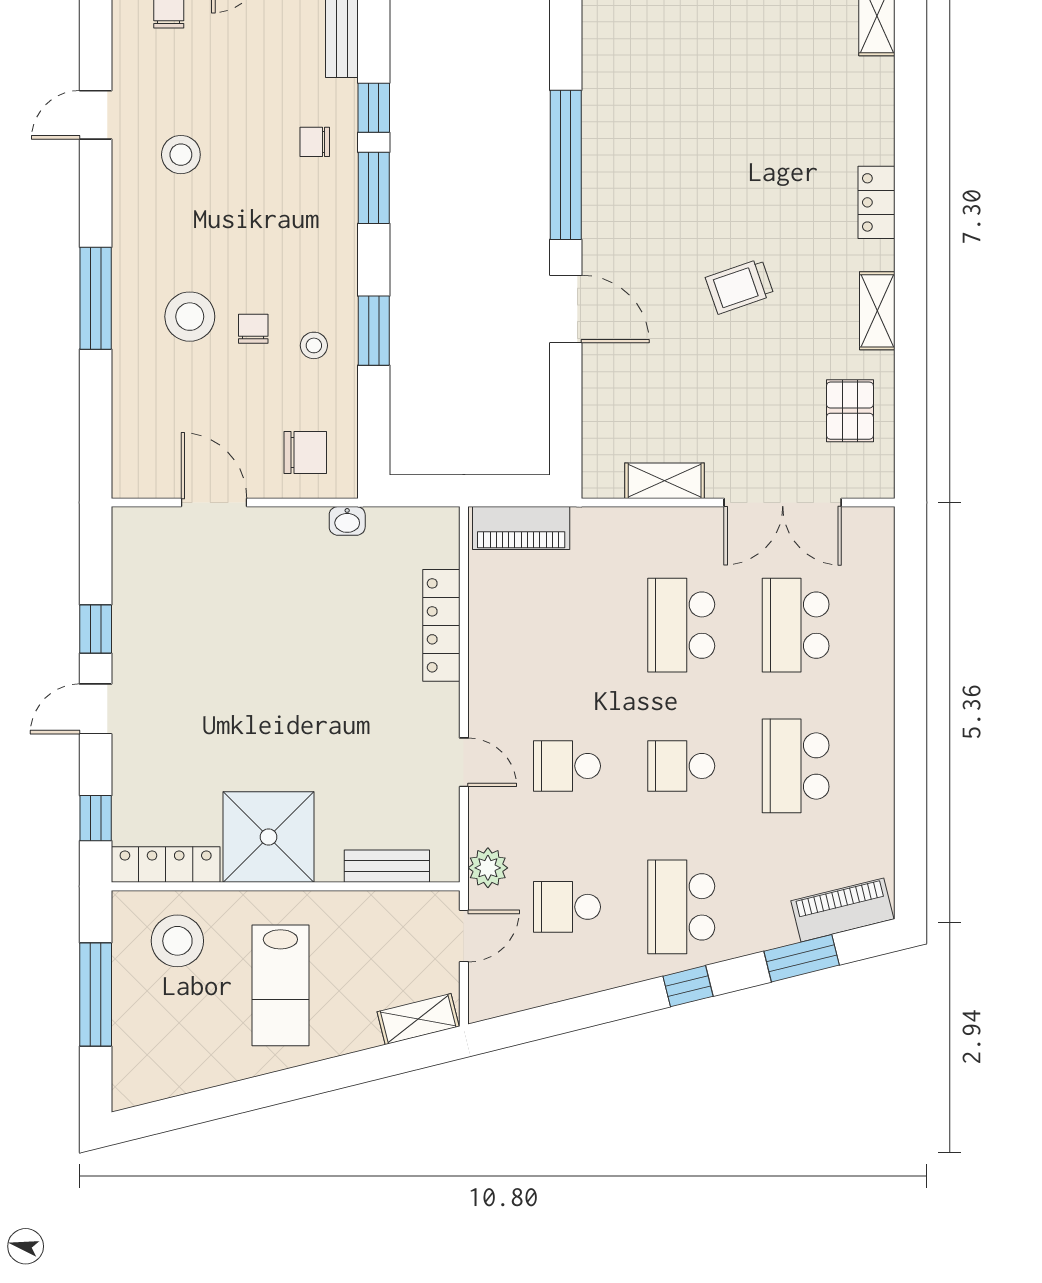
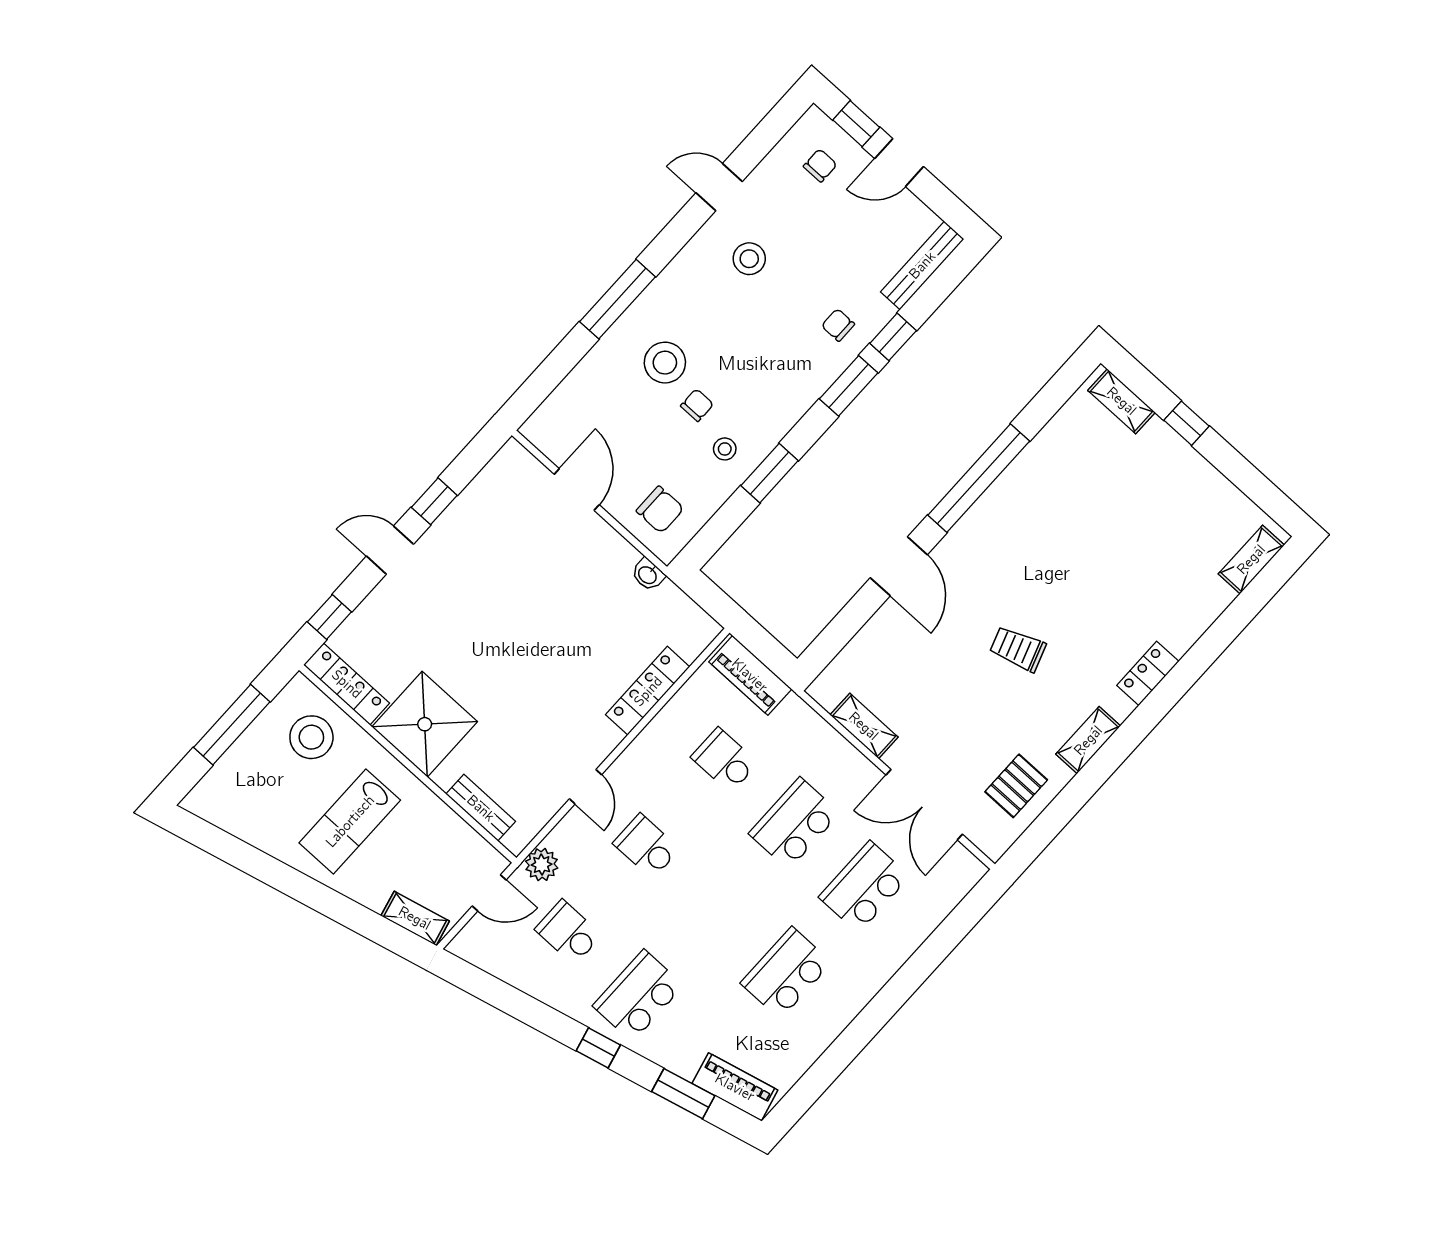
school desk: (681, 766) -> (724, 760), moved

